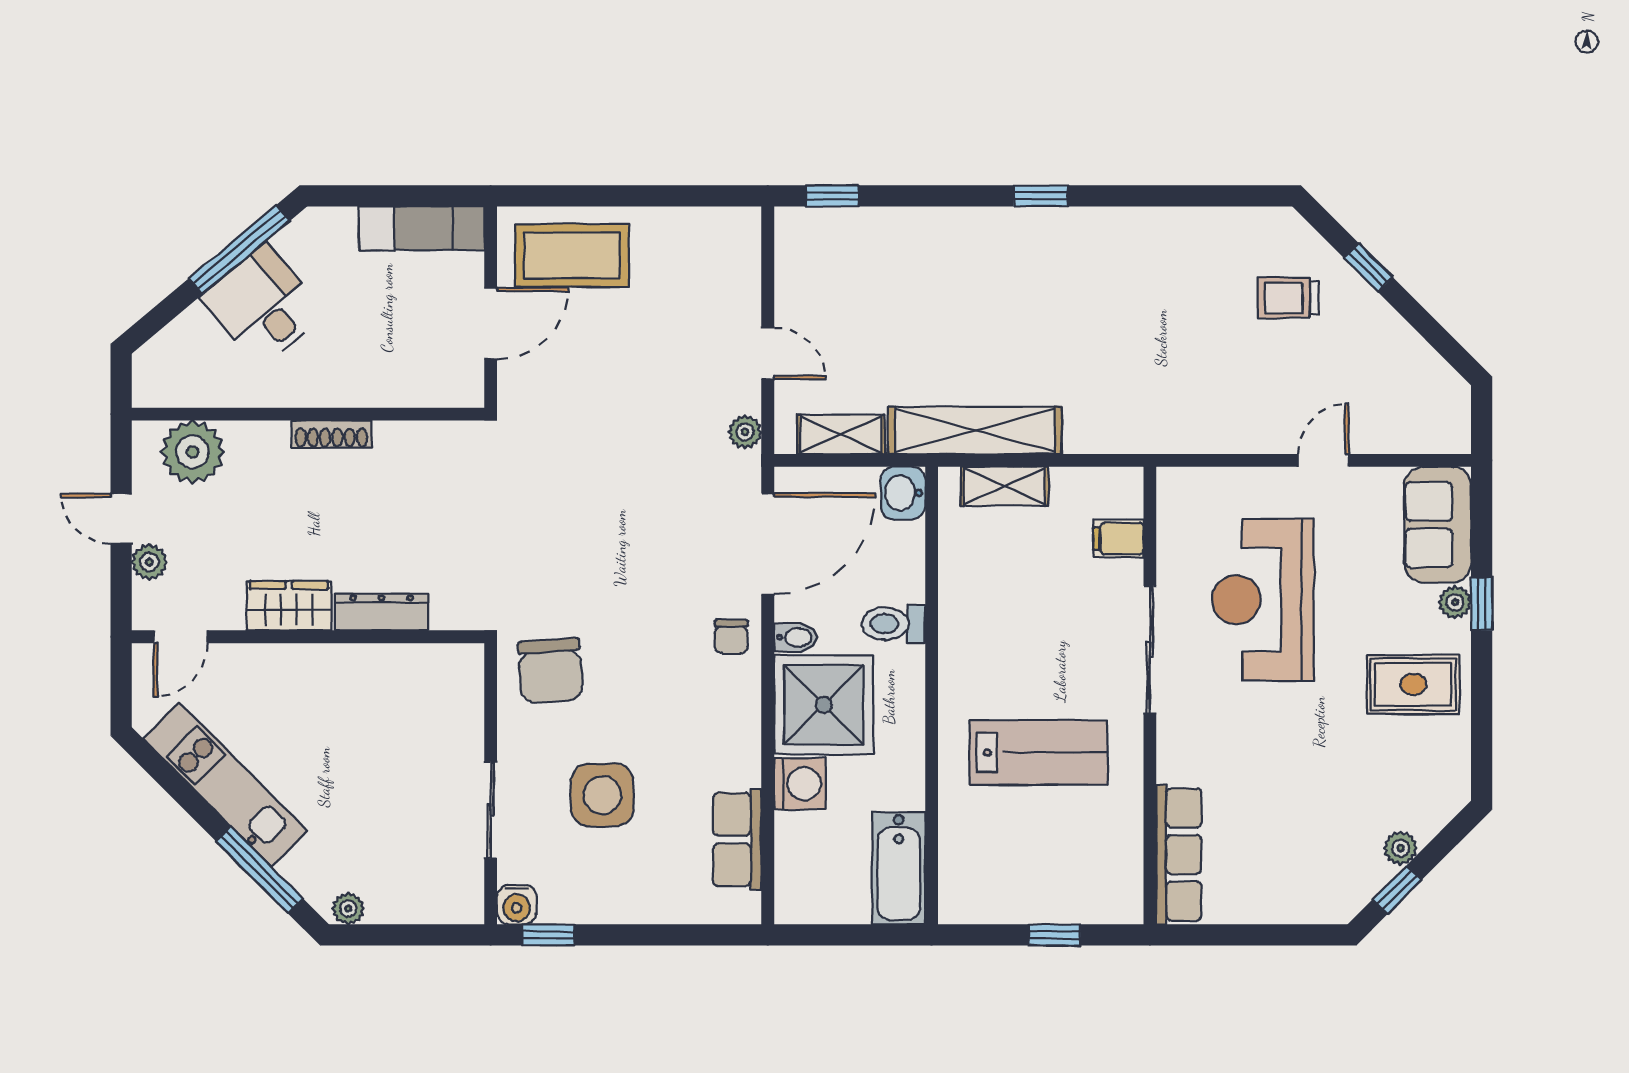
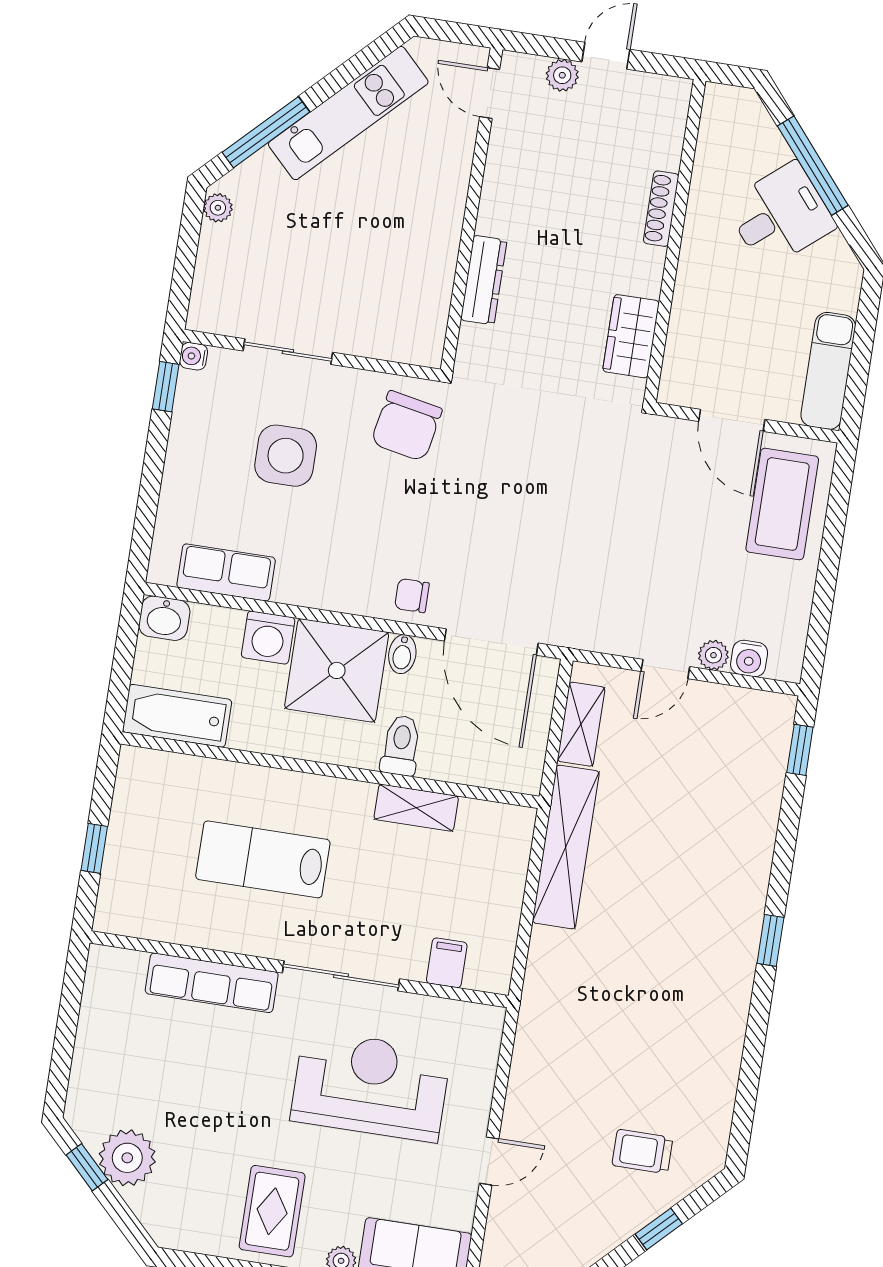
window: (239, 250) -> (813, 166), moved
water cooler: (743, 265) -> (749, 658), added
trolley: (1288, 298) -> (642, 1151), turned -90
plant: (745, 432) -> (713, 655), moved
shoe rack: (331, 434) -> (661, 209), moved
plant: (192, 452) -> (657, 130), removed
door: (1324, 460) -> (489, 1161), hinge flipped
shelving: (1005, 486) -> (416, 808), moved, turned 90
washbasin: (903, 493) -> (164, 618), moved, turned 180
wardrobe: (289, 606) -> (631, 336), moved, turned 180
chair: (551, 671) -> (407, 426), turned -75
lab bench: (1038, 753) -> (263, 859), turned 90
plant: (1400, 848) -> (127, 1158), width x1.87, depth x1.87
row of seats: (1179, 855) -> (212, 983), moved
water cooler: (517, 905) -> (194, 356), width x0.72, depth x0.72

